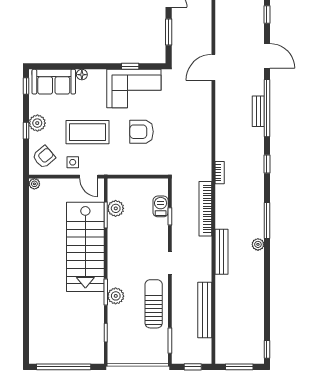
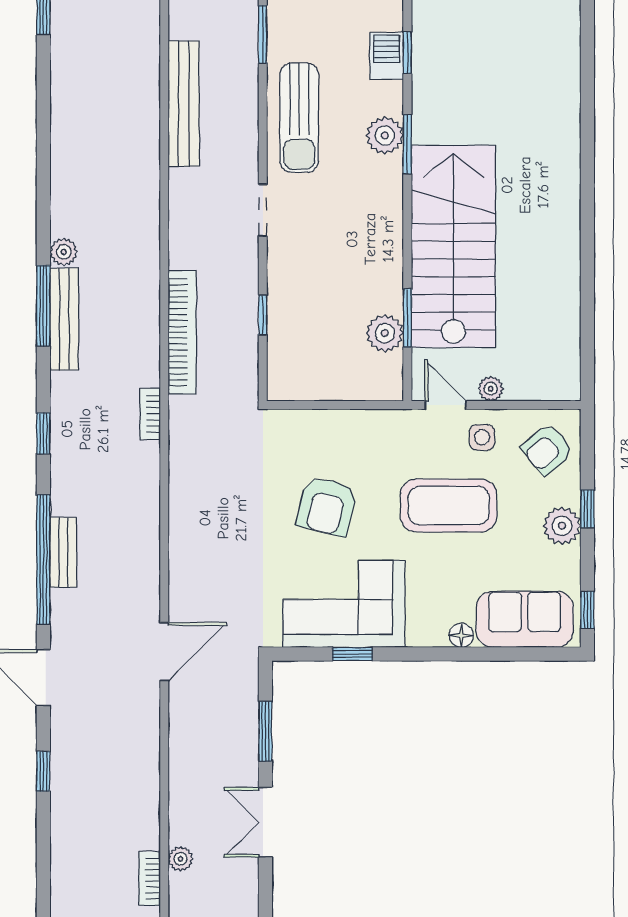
armchair: (141, 132) -> (327, 506), turned 104
plant: (34, 184) -> (491, 389), moved
barbecue: (161, 206) -> (387, 56), moved, turned 180
bench: (221, 252) -> (64, 319), moved

